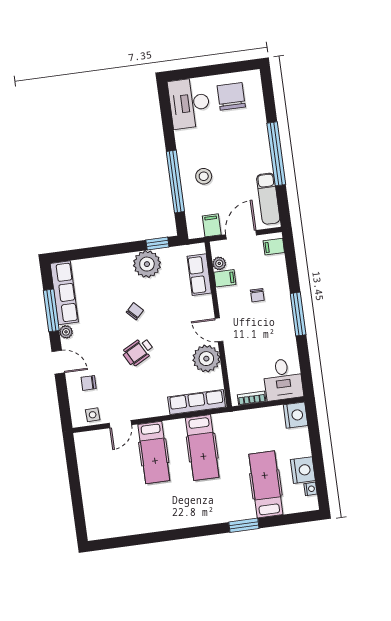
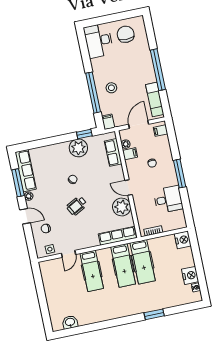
filing cabinet: (212, 225) -> (108, 122), moved
desk: (283, 379) -> (168, 199), moved, turned -90
hospital bed: (266, 484) -> (143, 262), moved, turned 180
washbasin: (115, 528) -> (70, 322), added

